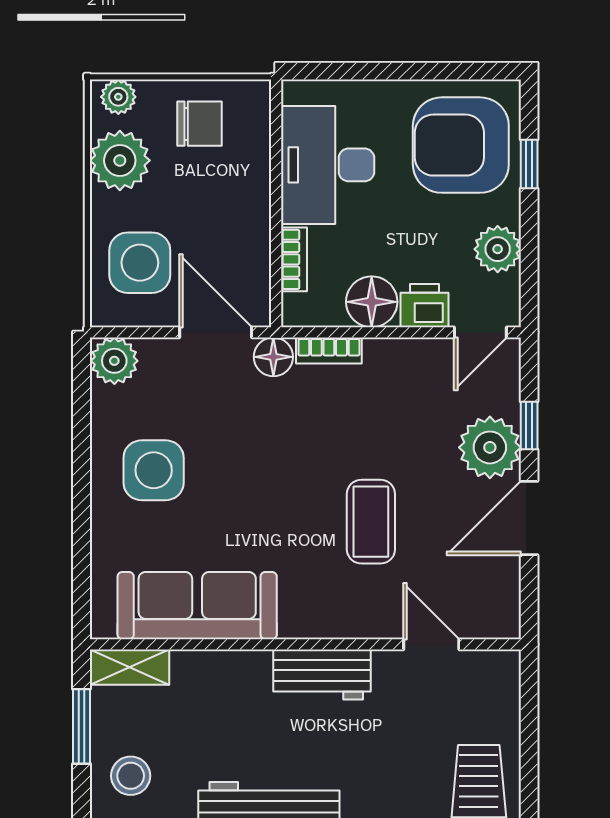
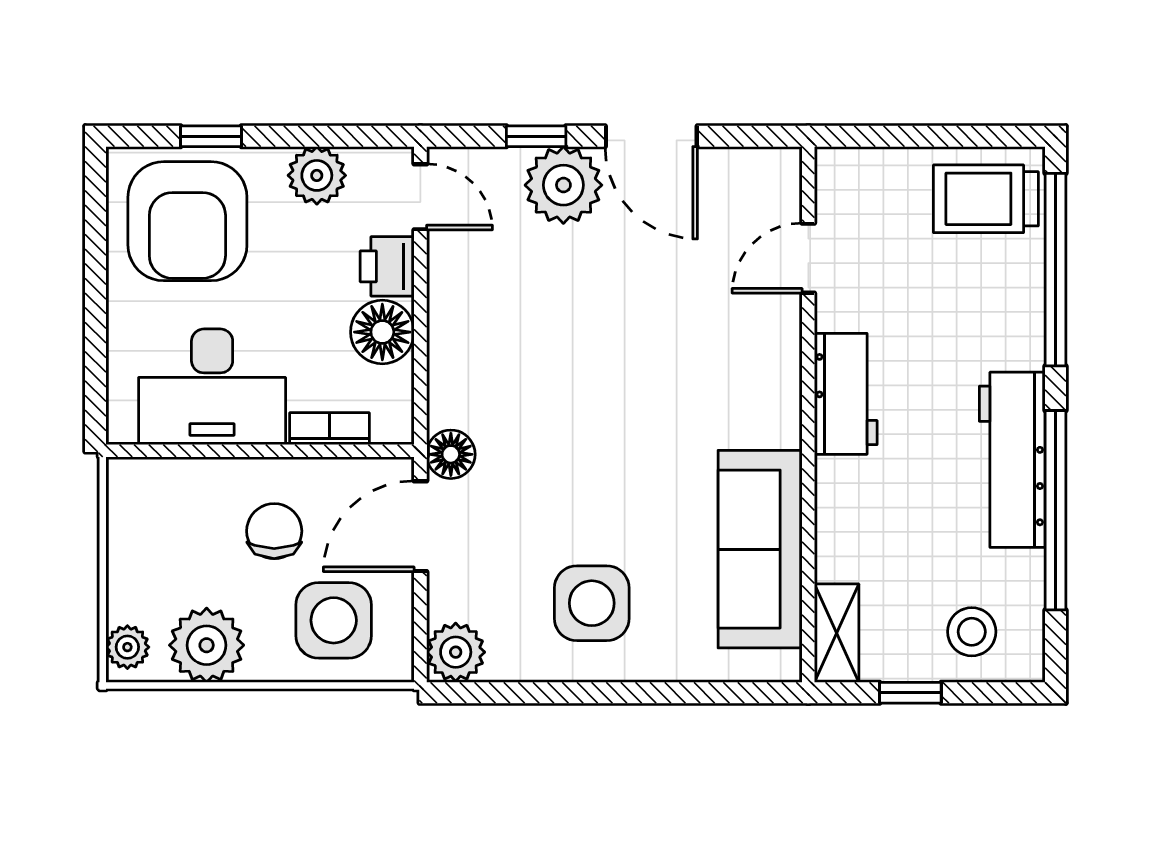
chair: (199, 124) -> (274, 531), moved
bookcase: (329, 350) -> (443, 385), removed
coffee table: (371, 522) -> (656, 333), removed
window: (82, 726) -> (910, 693), width x0.67

